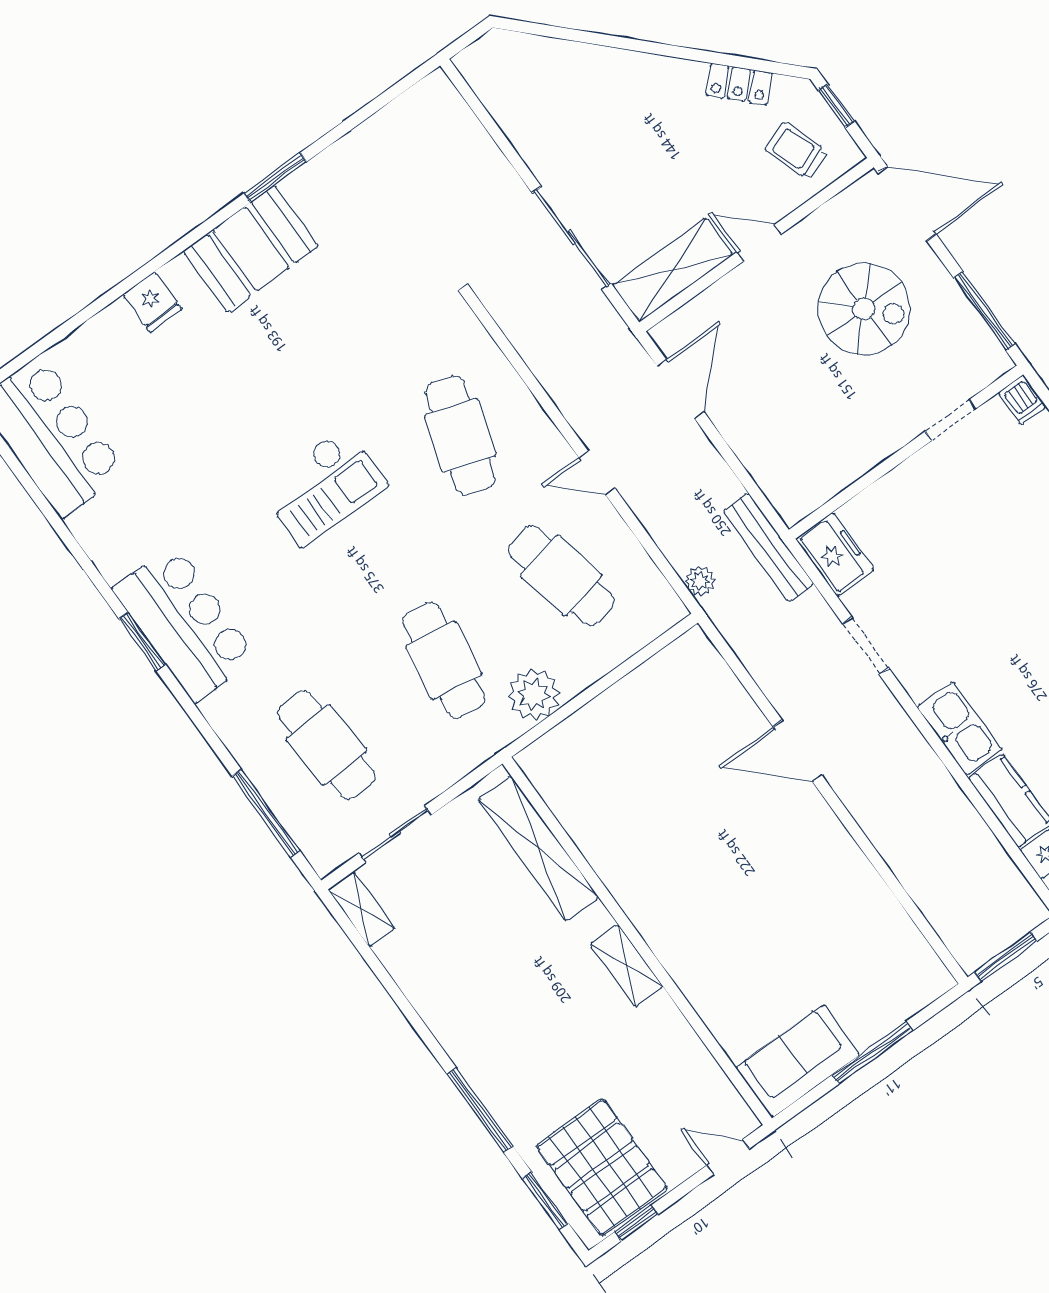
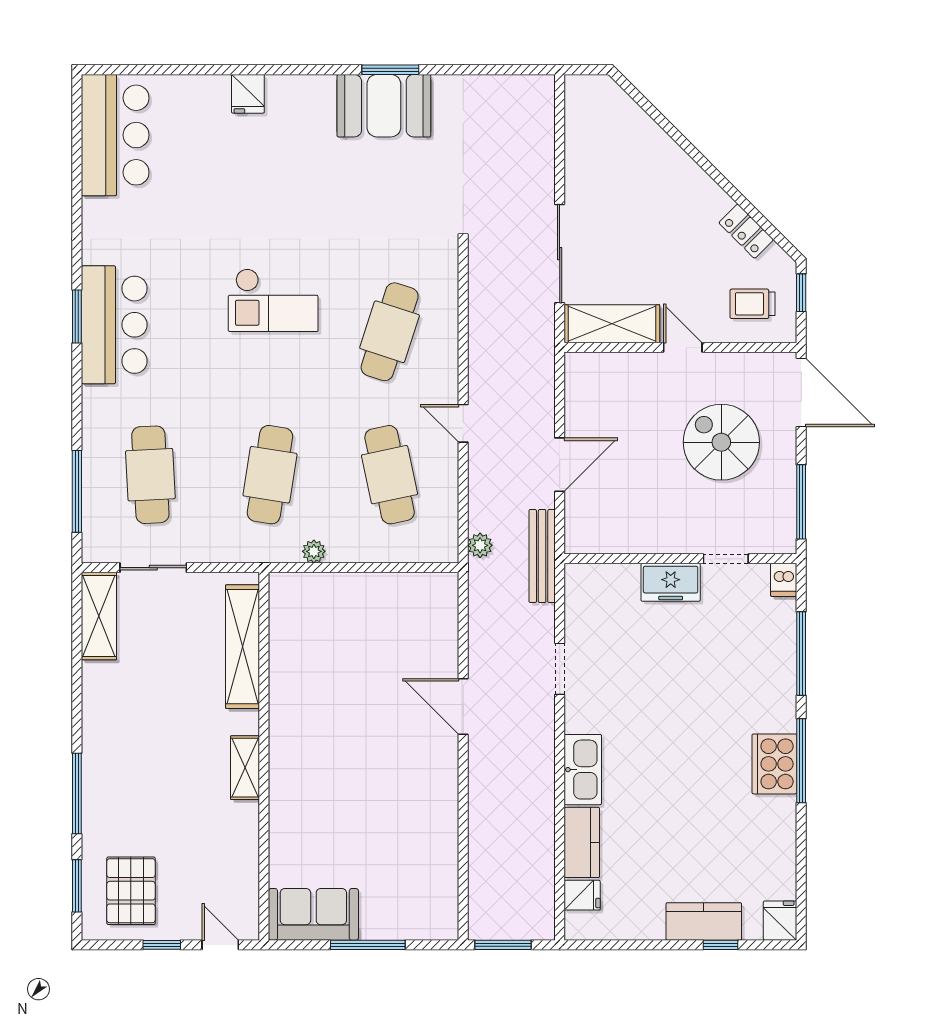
trolley: (796, 151) -> (753, 304), turned -71
booth: (251, 249) -> (384, 106), moved
spiral stairs: (864, 309) -> (721, 442), turned 180
door: (680, 389) -> (560, 465), moved
freezer: (835, 554) -> (671, 582), moved, turned 90
plant: (534, 695) -> (314, 551), width x0.53, depth x0.53
shelving: (361, 909) -> (99, 616), width x1.50, depth x1.33
pallet: (602, 1167) -> (131, 891), width x0.73, depth x0.71
window: (636, 1223) -> (162, 945), moved

